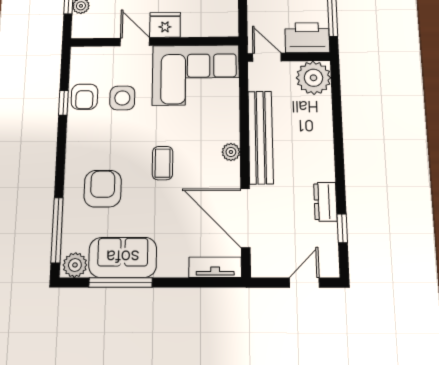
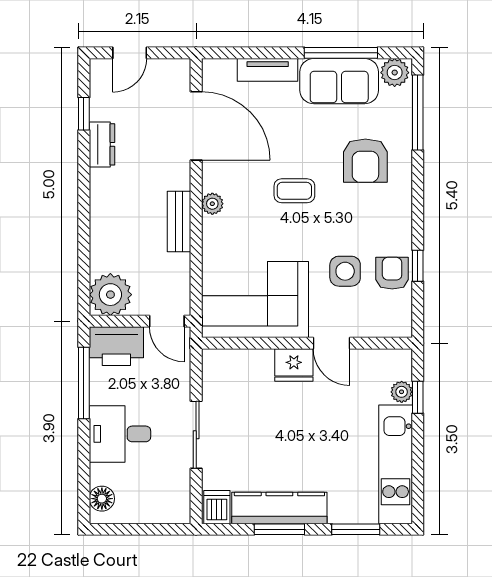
bench: (261, 137) -> (179, 221), width x0.54, depth x0.82
coffee table: (163, 163) -> (294, 191), turned 90
tv unit: (215, 267) -> (268, 70), moved

